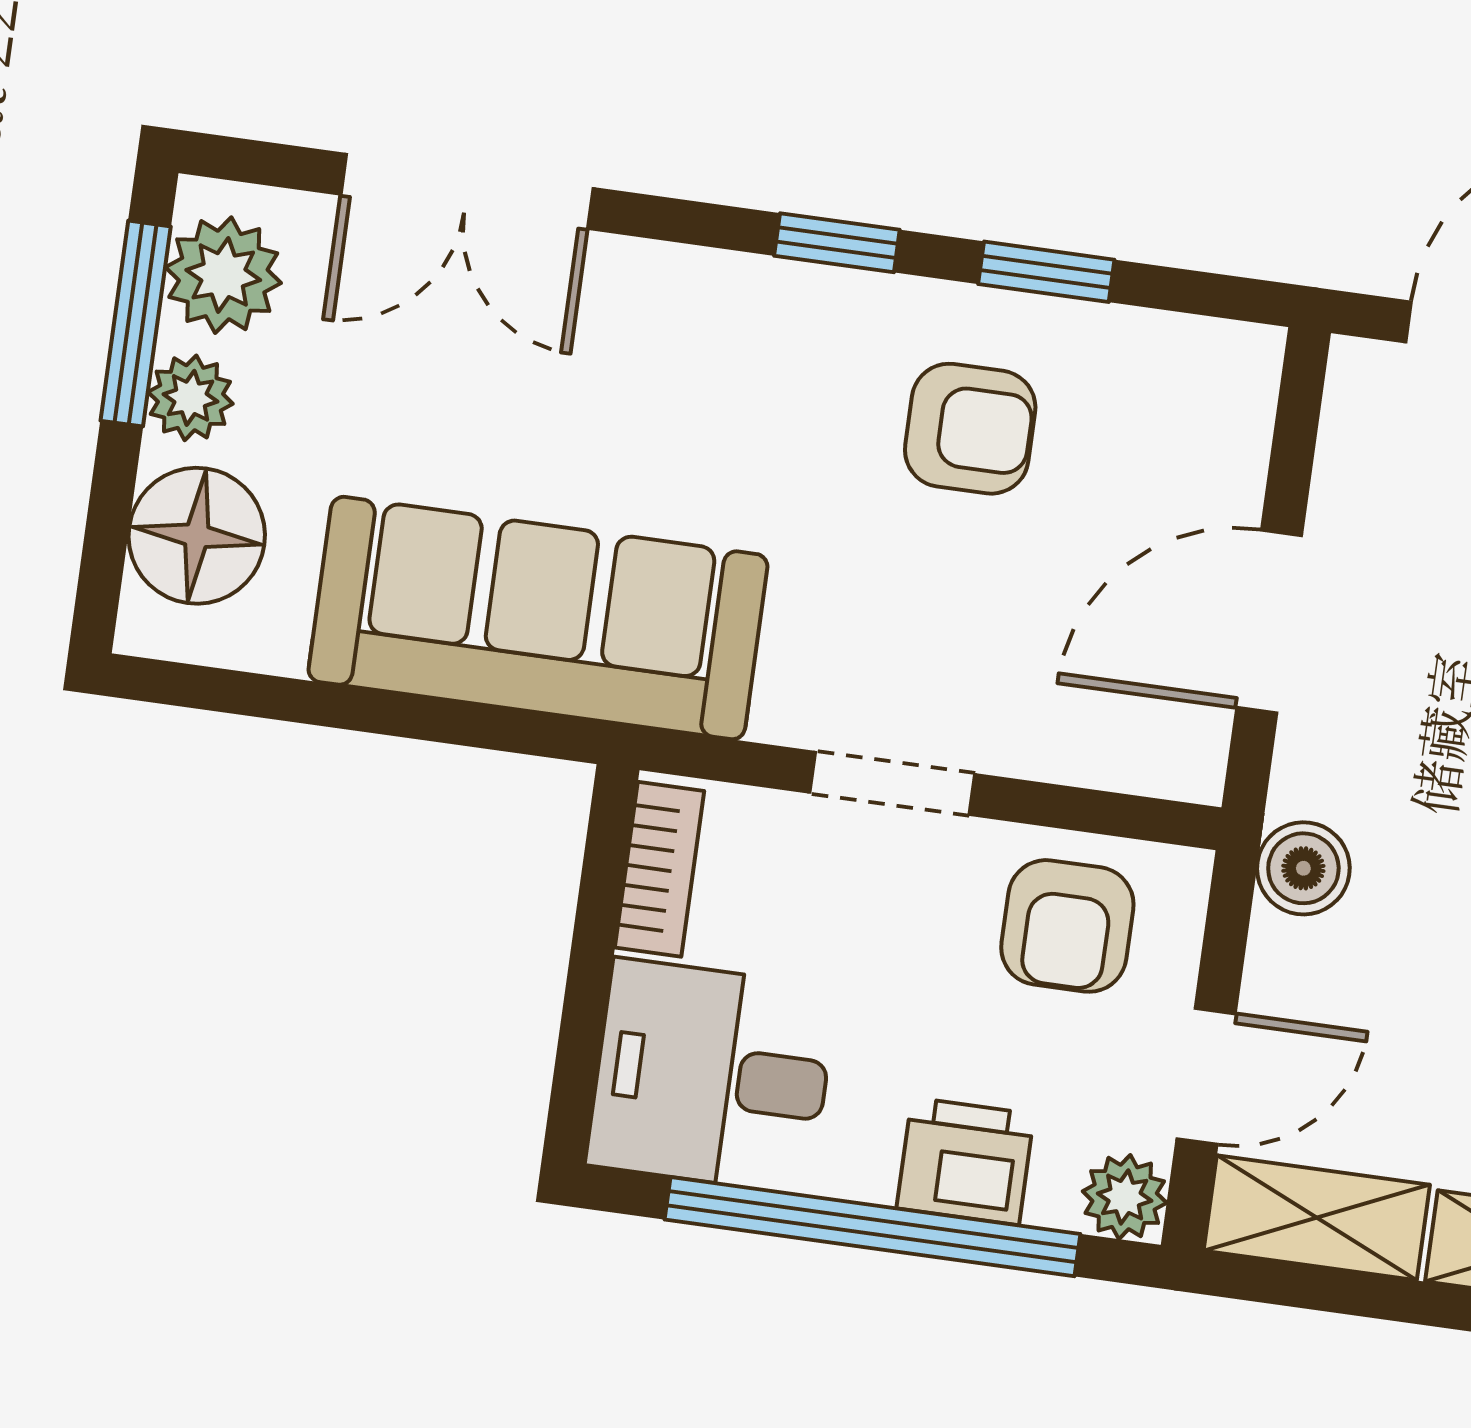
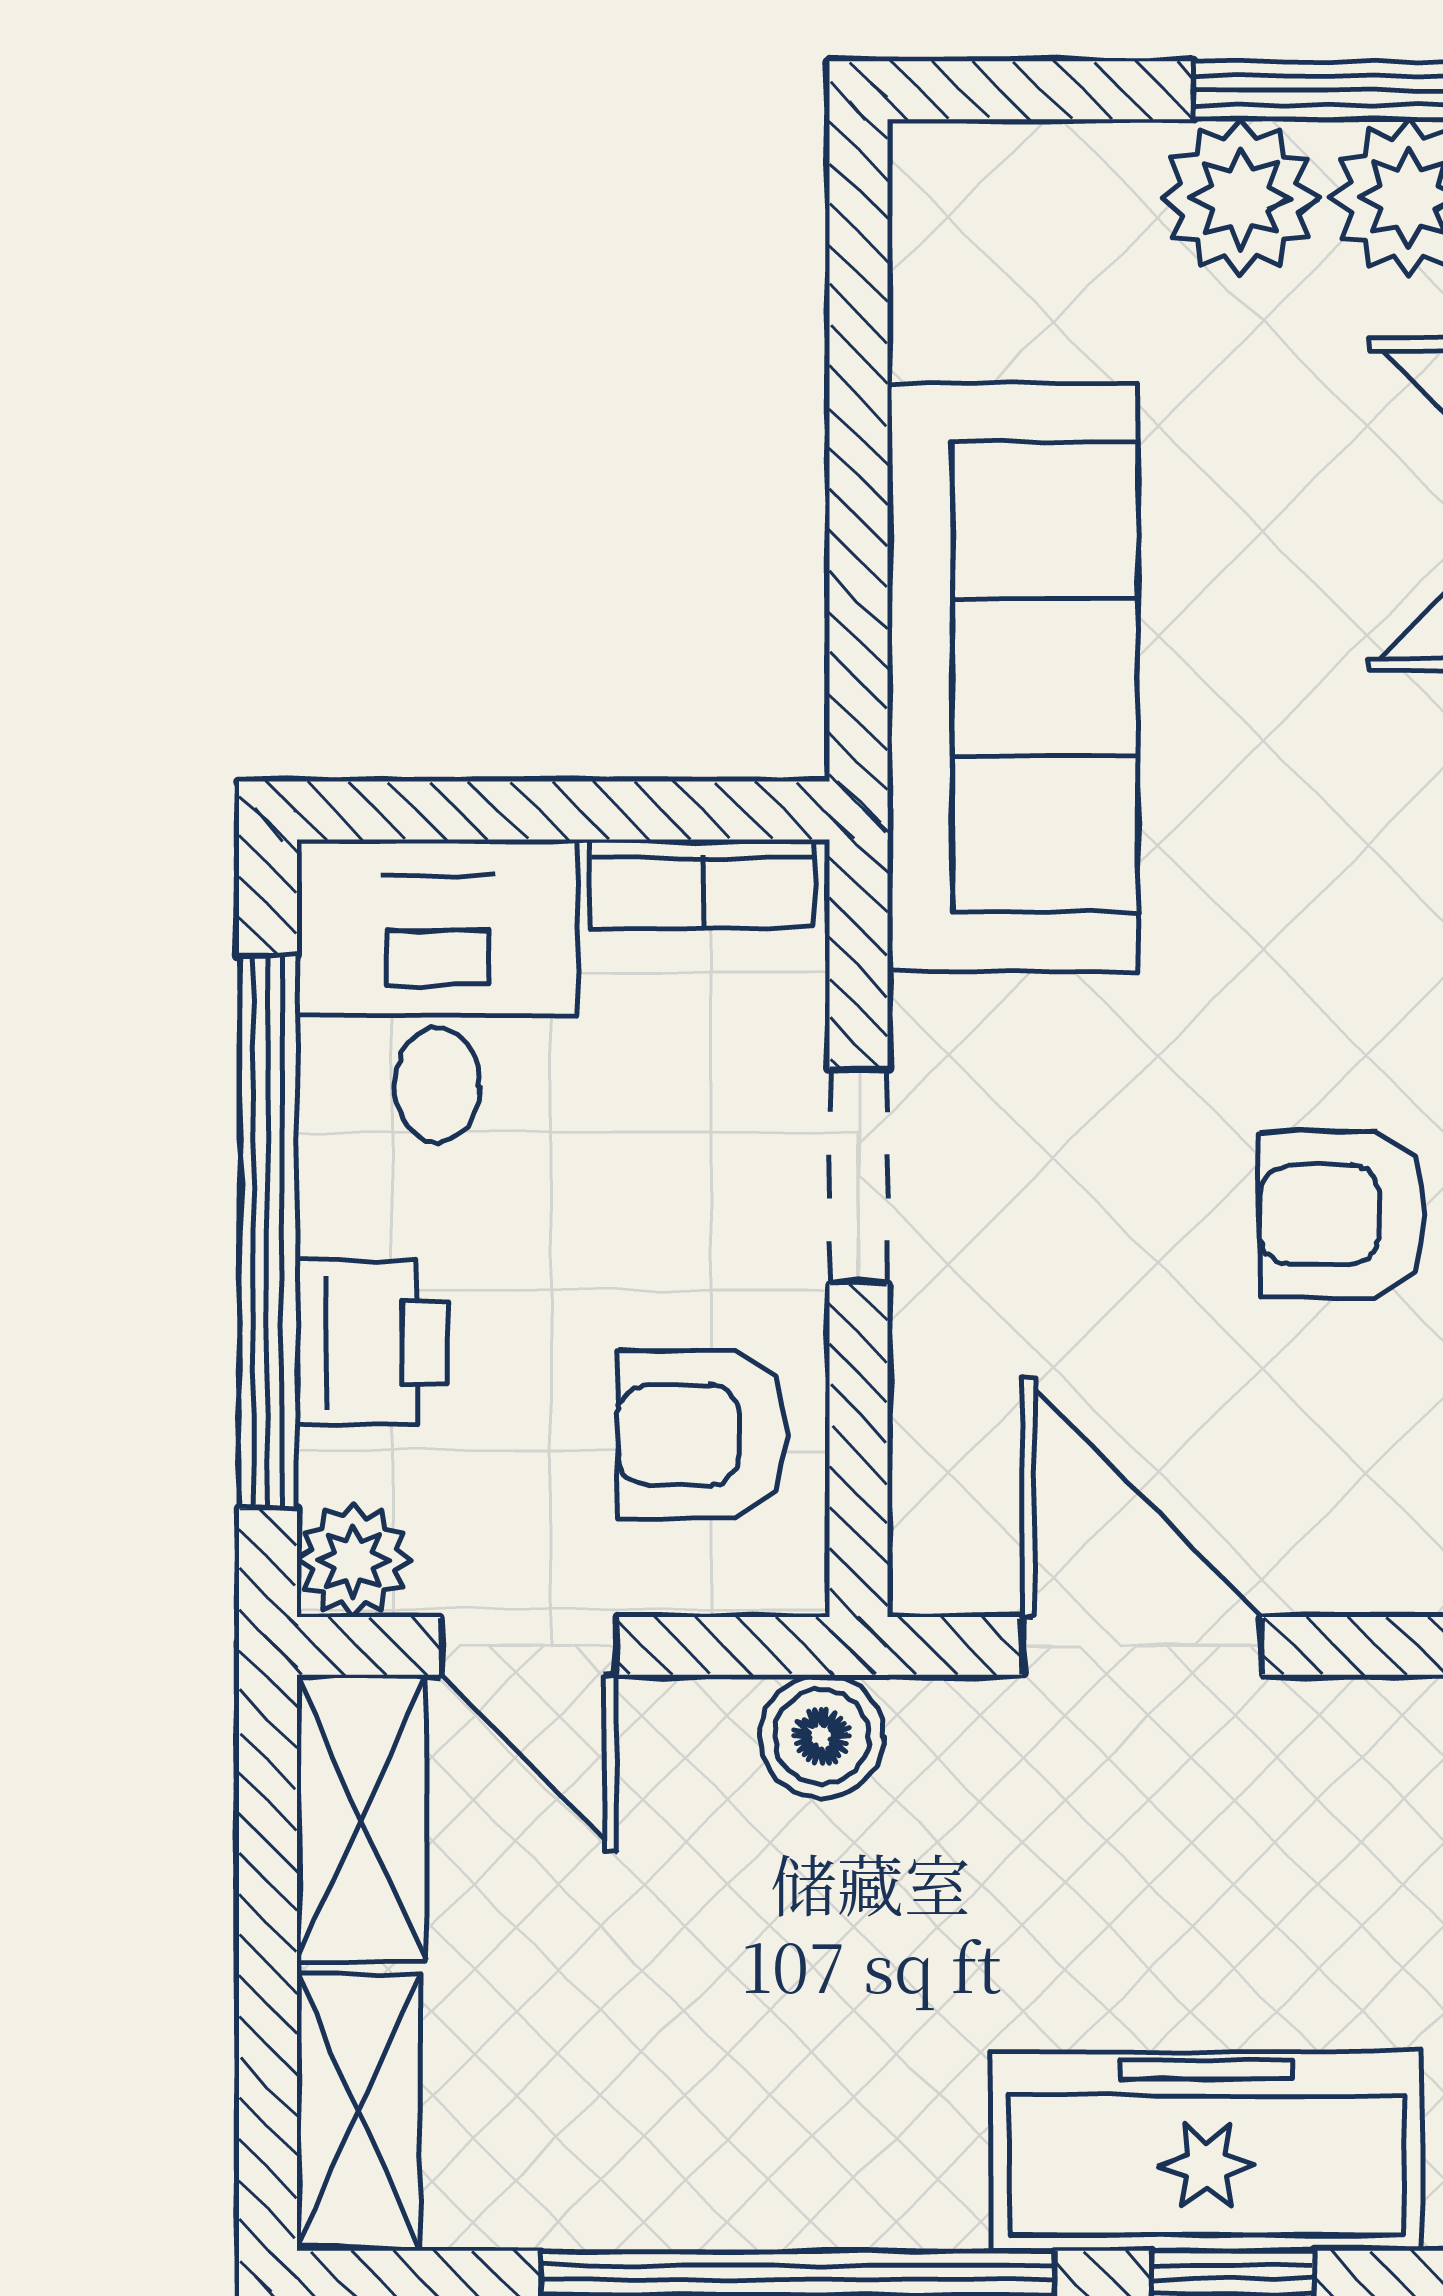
plant: (190, 398) -> (1240, 198), width x1.38, depth x1.38
armchair: (970, 429) -> (1343, 1215), turned 90
floor lamp: (197, 536) -> (1059, 210), removed

